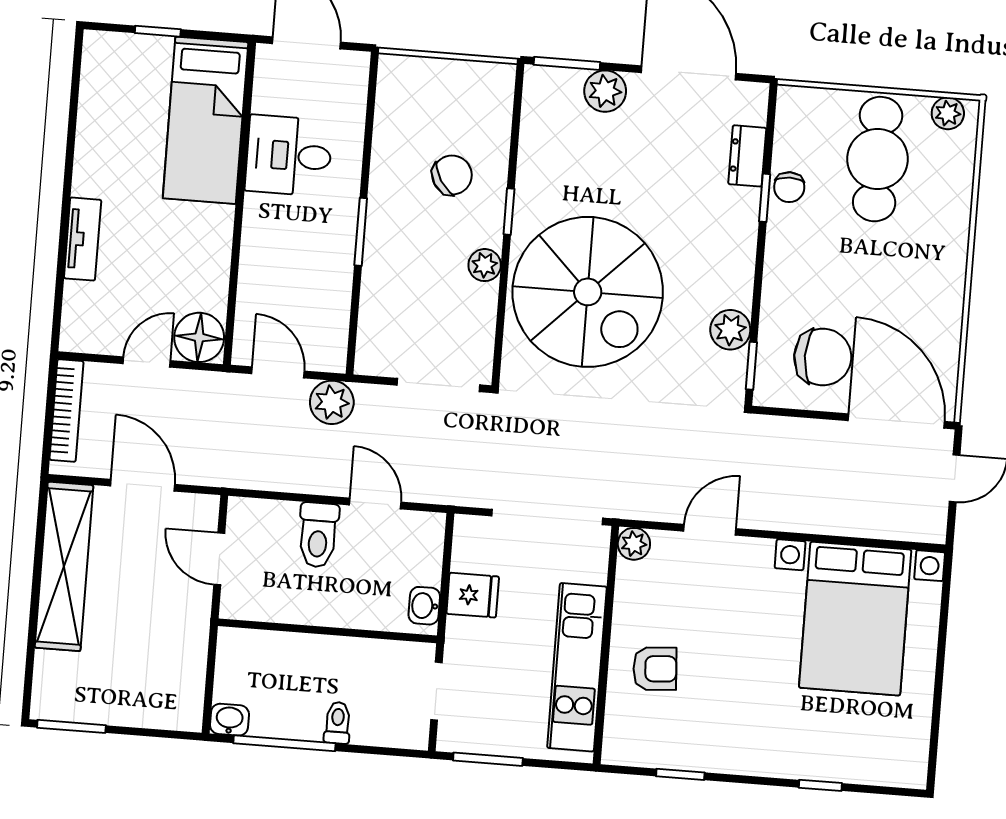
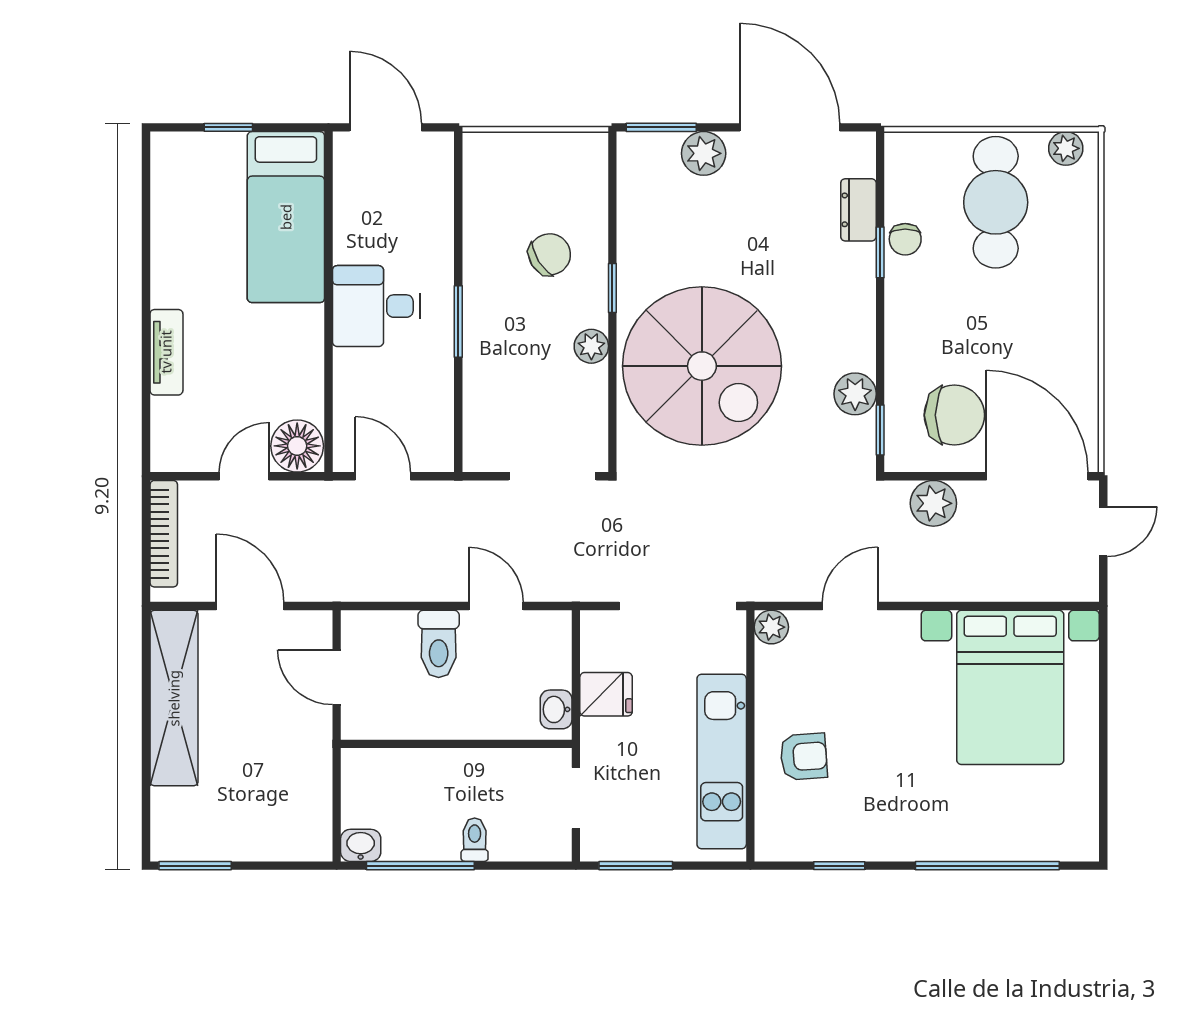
desk: (289, 156) -> (376, 306), moved
plant: (332, 402) -> (933, 503), moved
window: (820, 785) -> (987, 866), width x3.17

